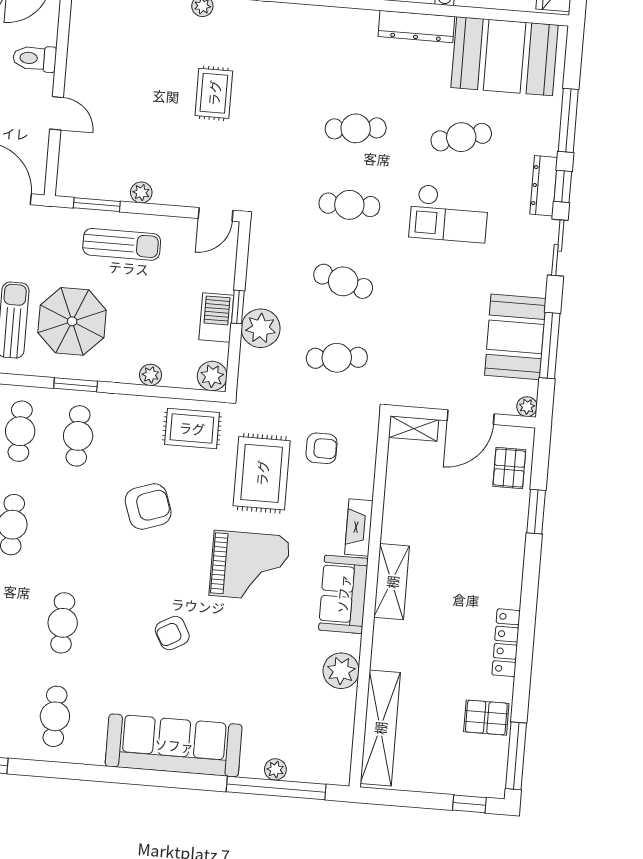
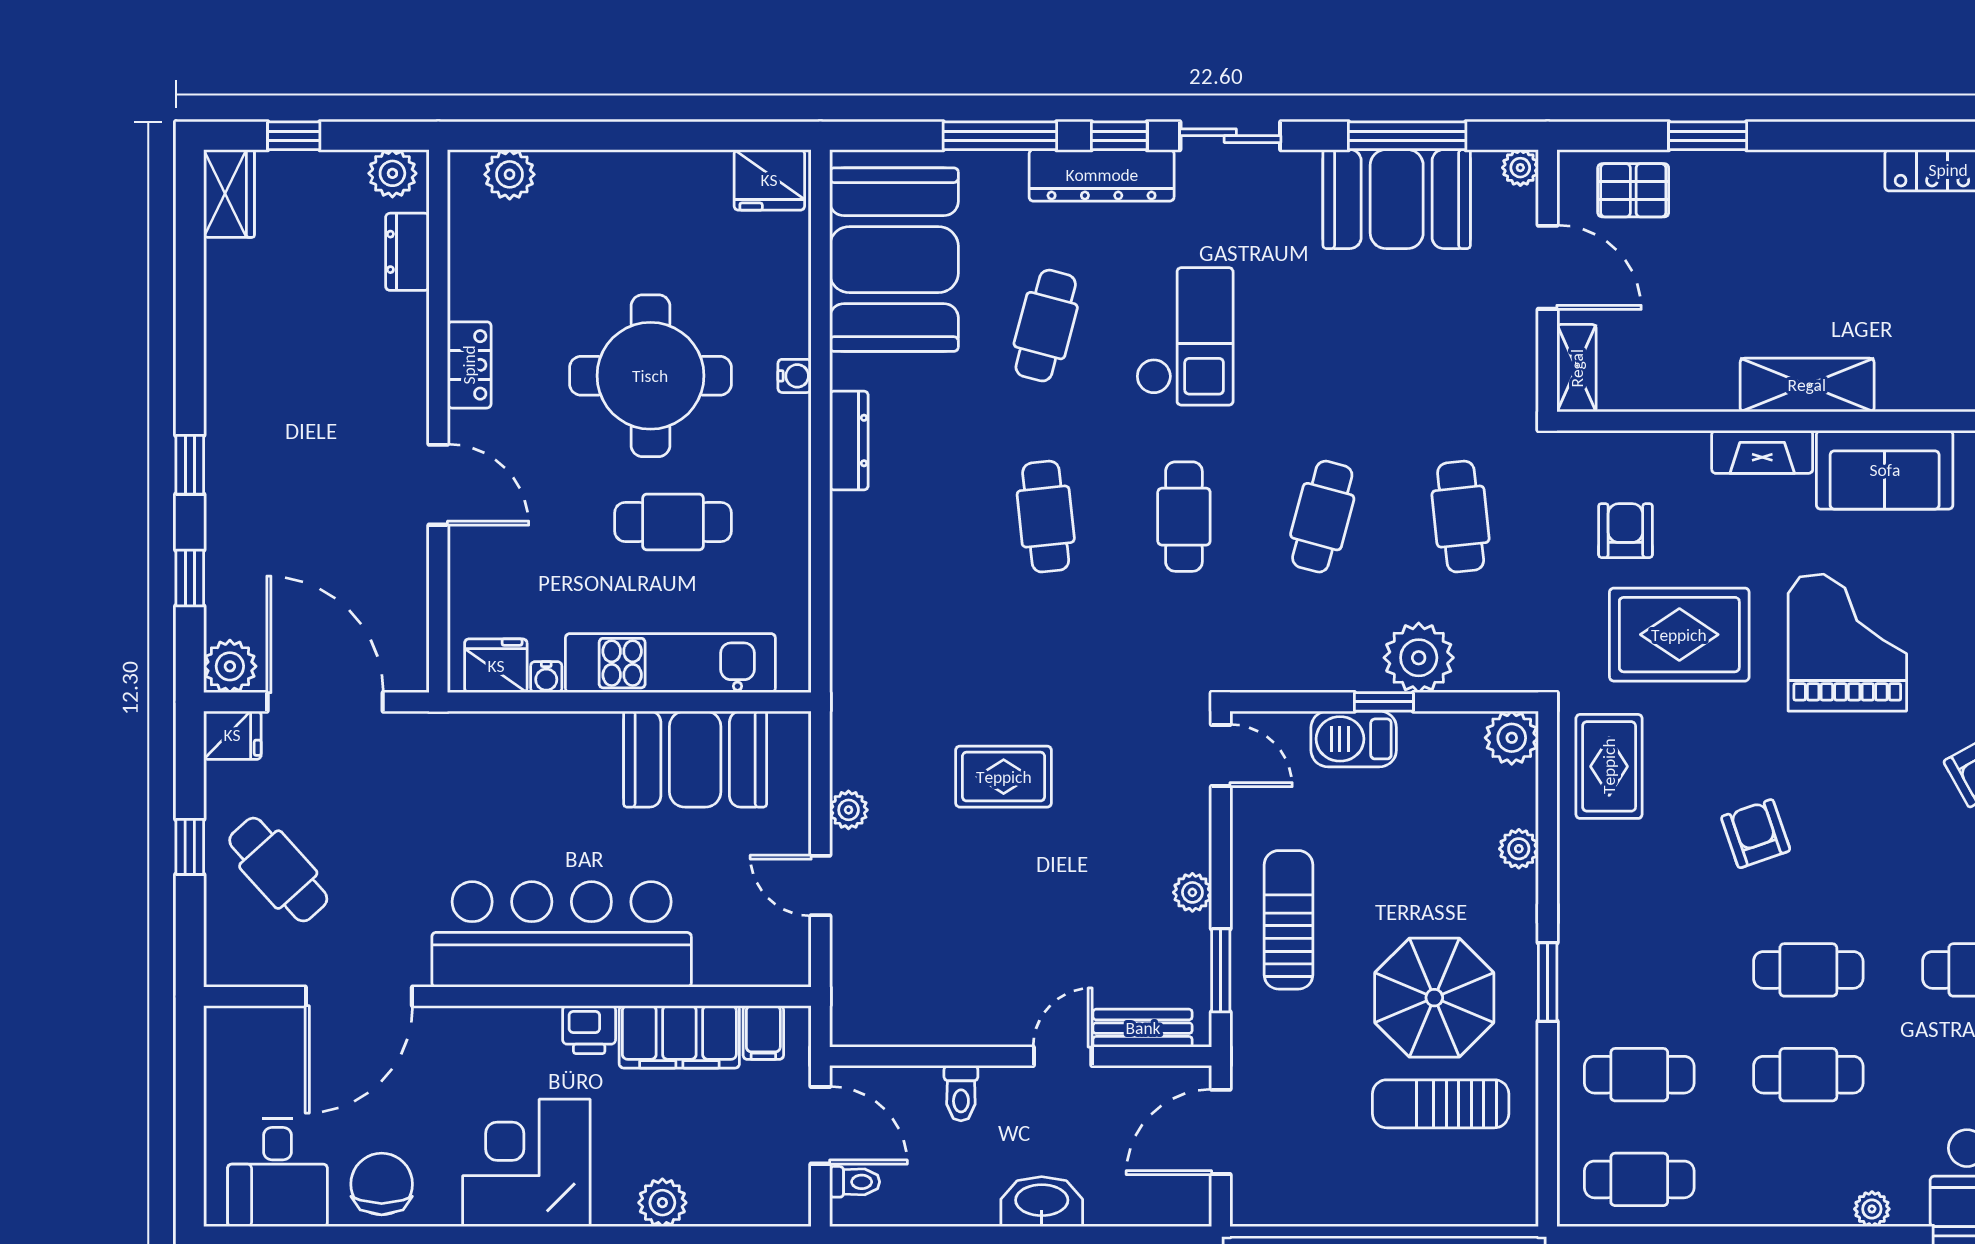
dresser: (416, 27) -> (849, 441), width x0.73, depth x0.80
toilet: (35, 58) -> (961, 1093), width x0.73, depth x0.72
cafe table: (461, 137) -> (1046, 326), turned 30
bench: (68, 159) -> (1143, 1028), added
dresser: (544, 186) -> (1102, 175), width x1.37, depth x1.24
barbecue: (216, 318) -> (1354, 739), moved
cafe table: (78, 436) -> (1808, 970), moved
armchair: (148, 506) -> (1756, 834), width x0.72, depth x0.72
shelving: (392, 582) -> (1807, 385), moved

